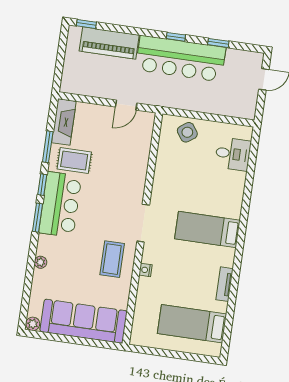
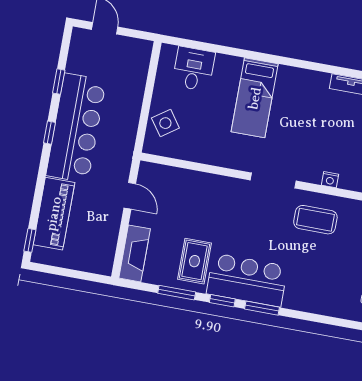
fireplace: (64, 122) -> (135, 253), moved, turned 90
bed: (207, 229) -> (255, 98), moved
plant: (41, 262) -> (316, 306), removed

